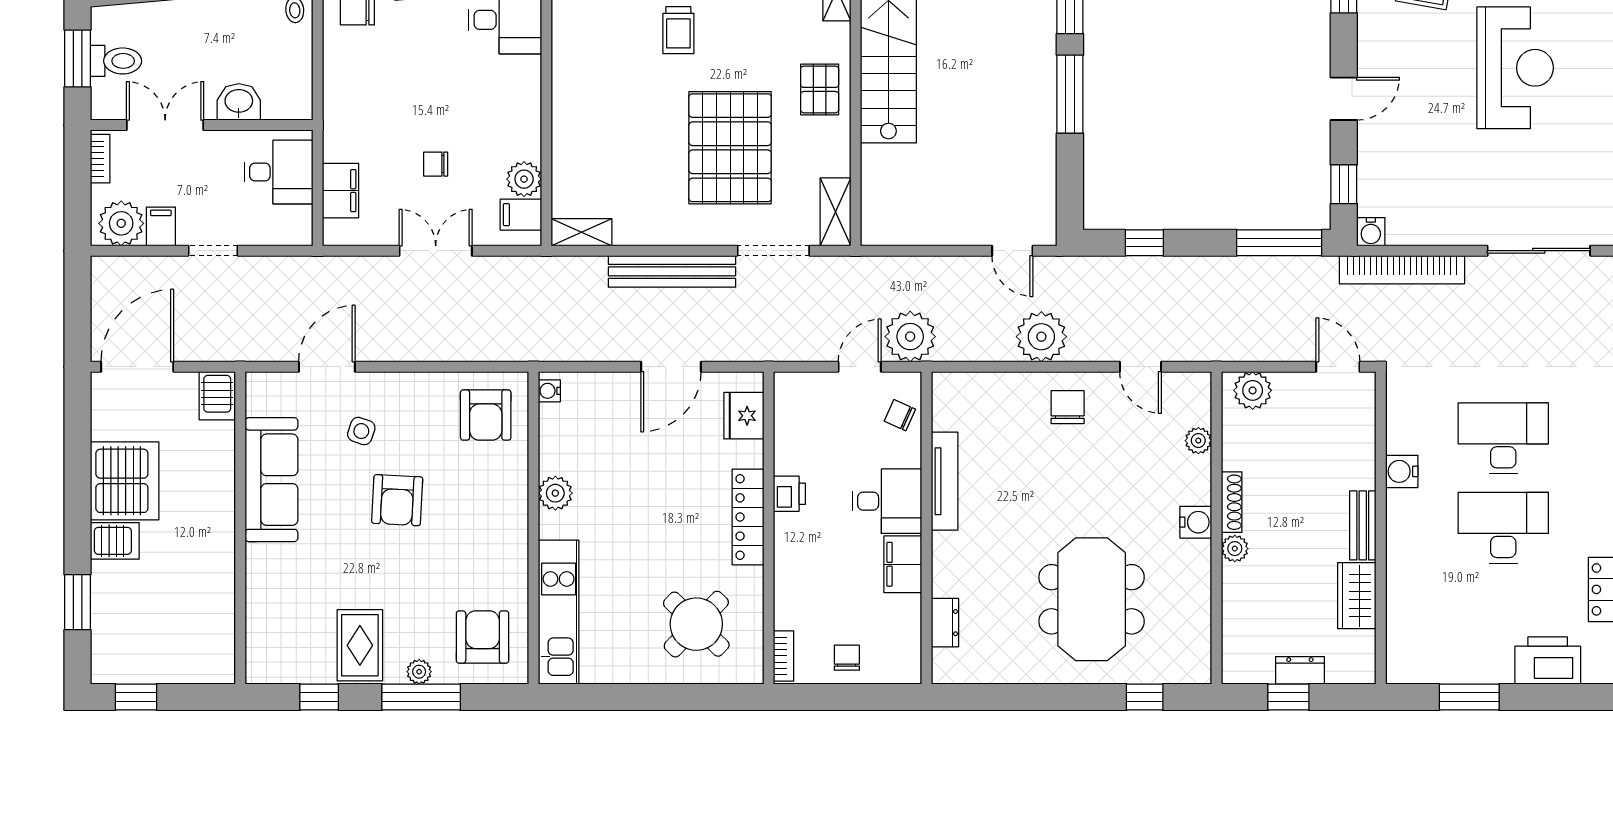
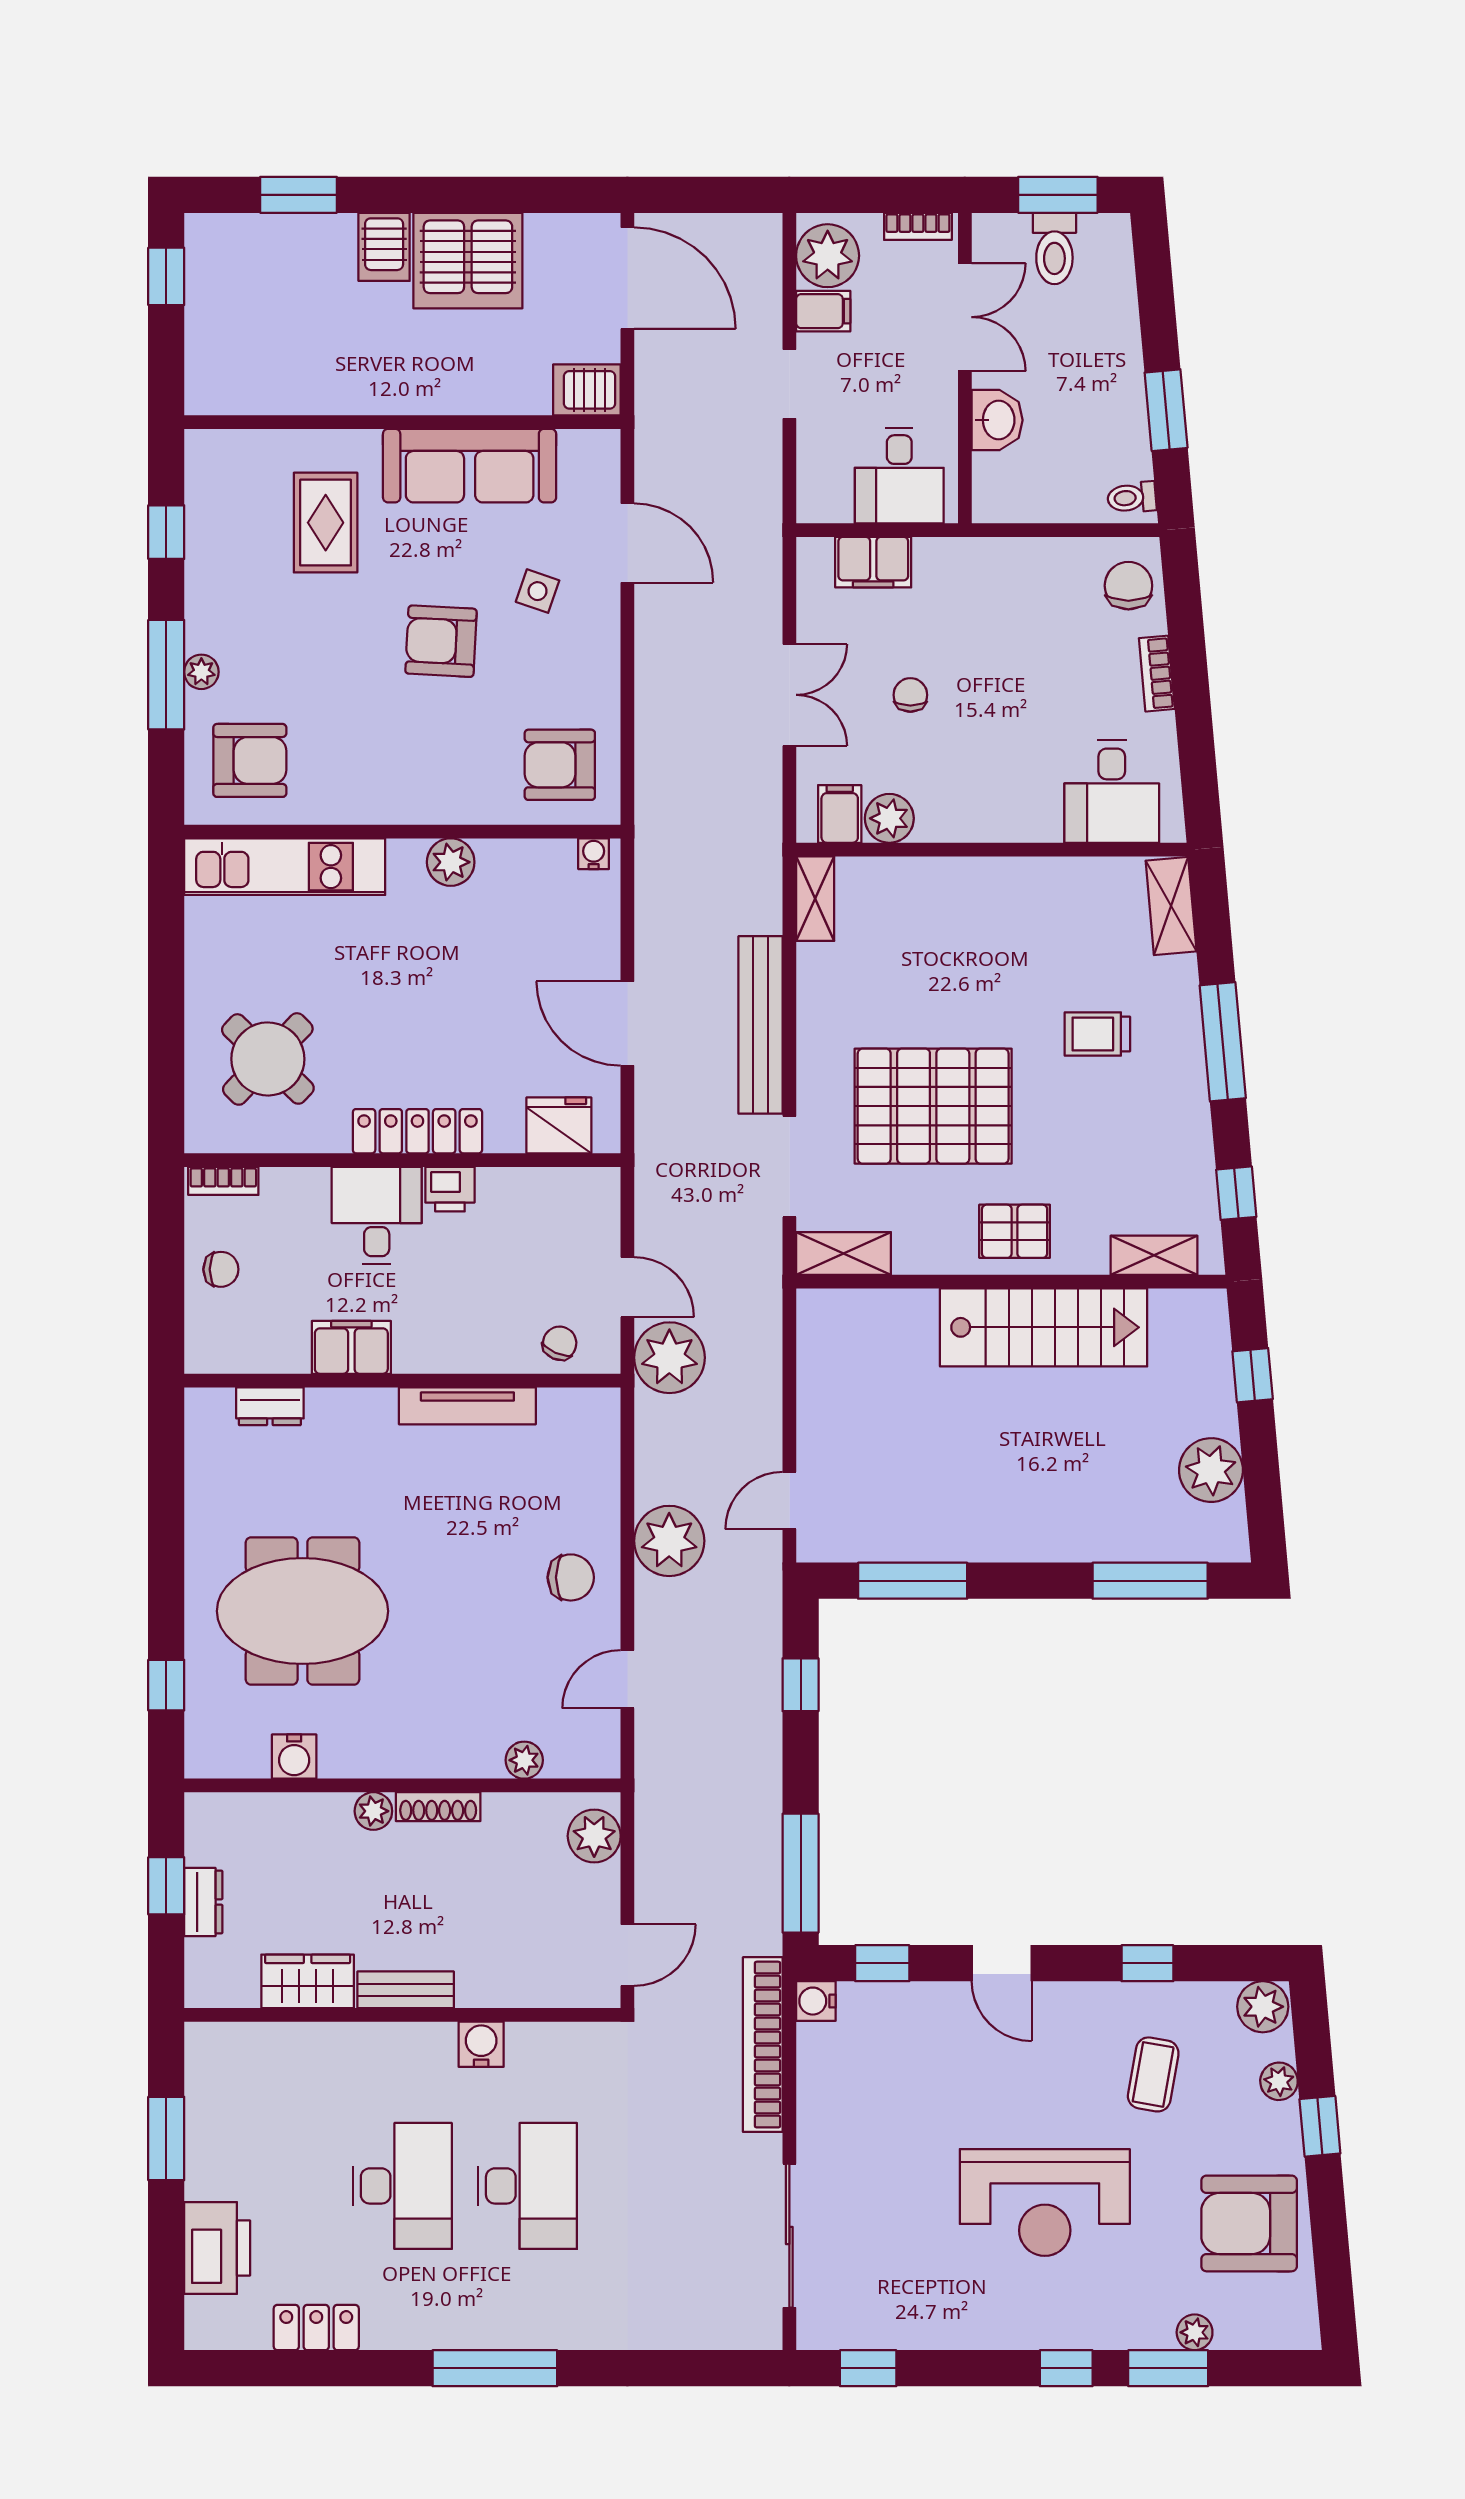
window: (1070, 94) -> (913, 1581), moved
desk: (887, 501) -> (377, 1215), moved, turned 180
water cooler: (1196, 522) -> (294, 1757), moved
rug: (360, 645) -> (326, 523), moved, turned 90

